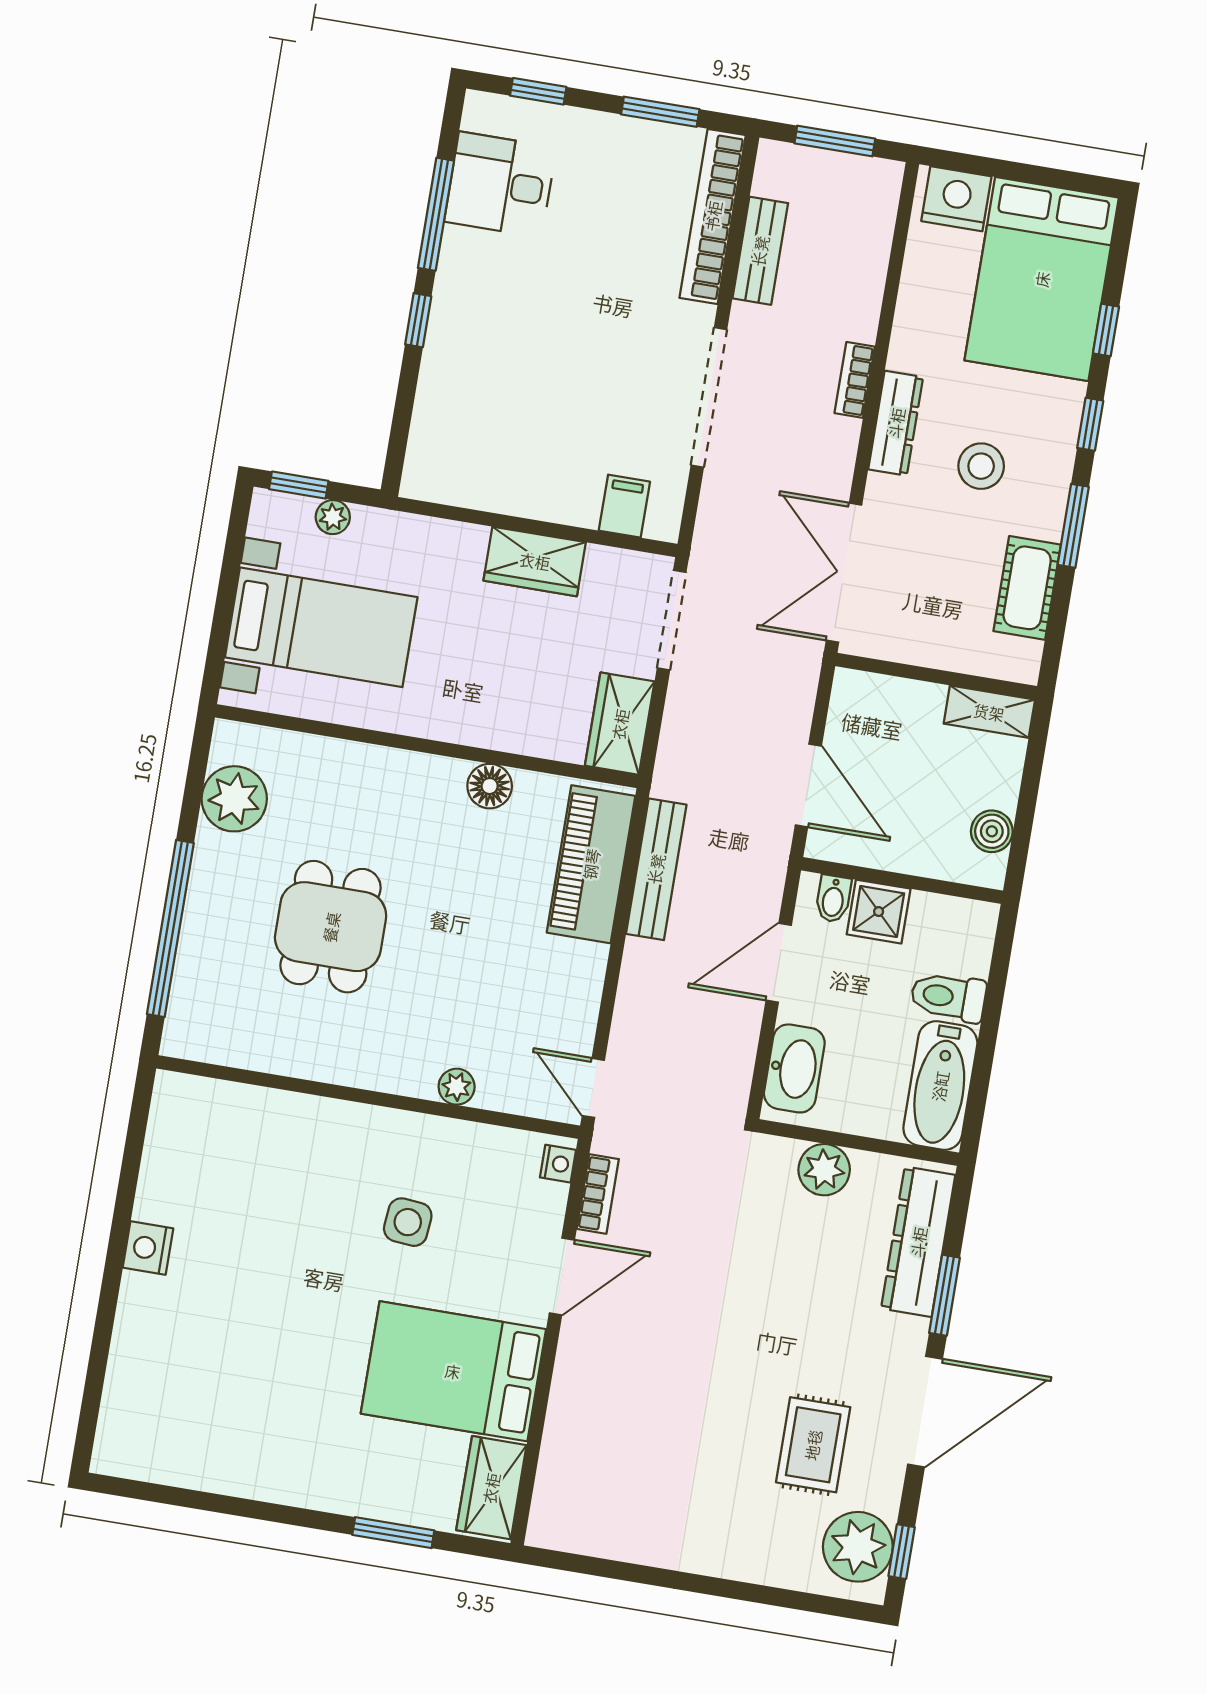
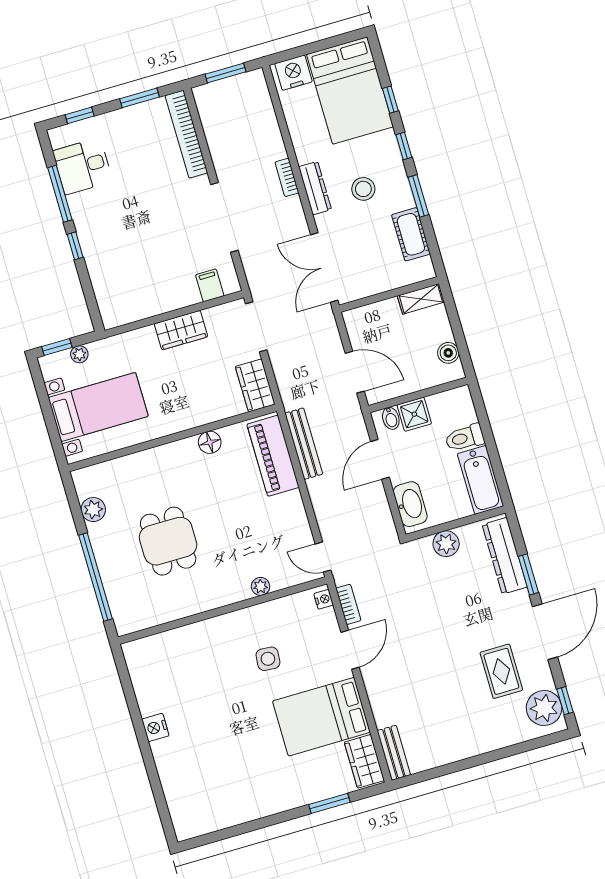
bench: (760, 251) -> (394, 753), moved
plant: (234, 799) -> (93, 510), width x0.73, depth x0.73

